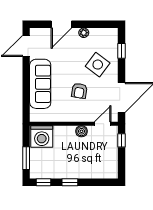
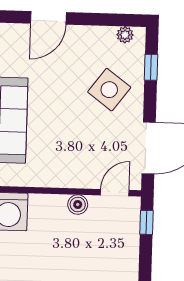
plant: (84, 33) -> (125, 35), moved
armchair: (79, 91) -> (76, 134), removed

